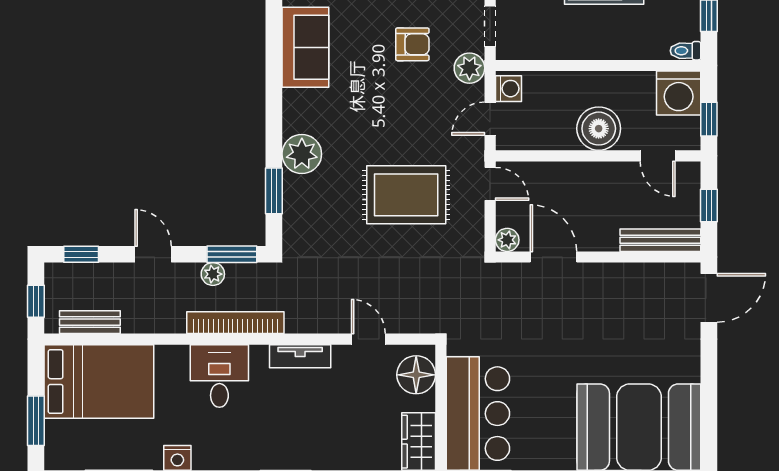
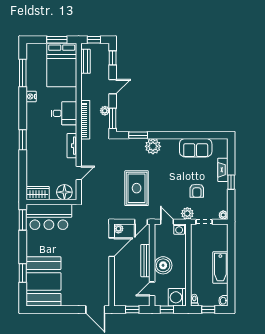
bench: (660, 240) -> (145, 261), moved
window: (36, 421) -> (57, 40), moved

